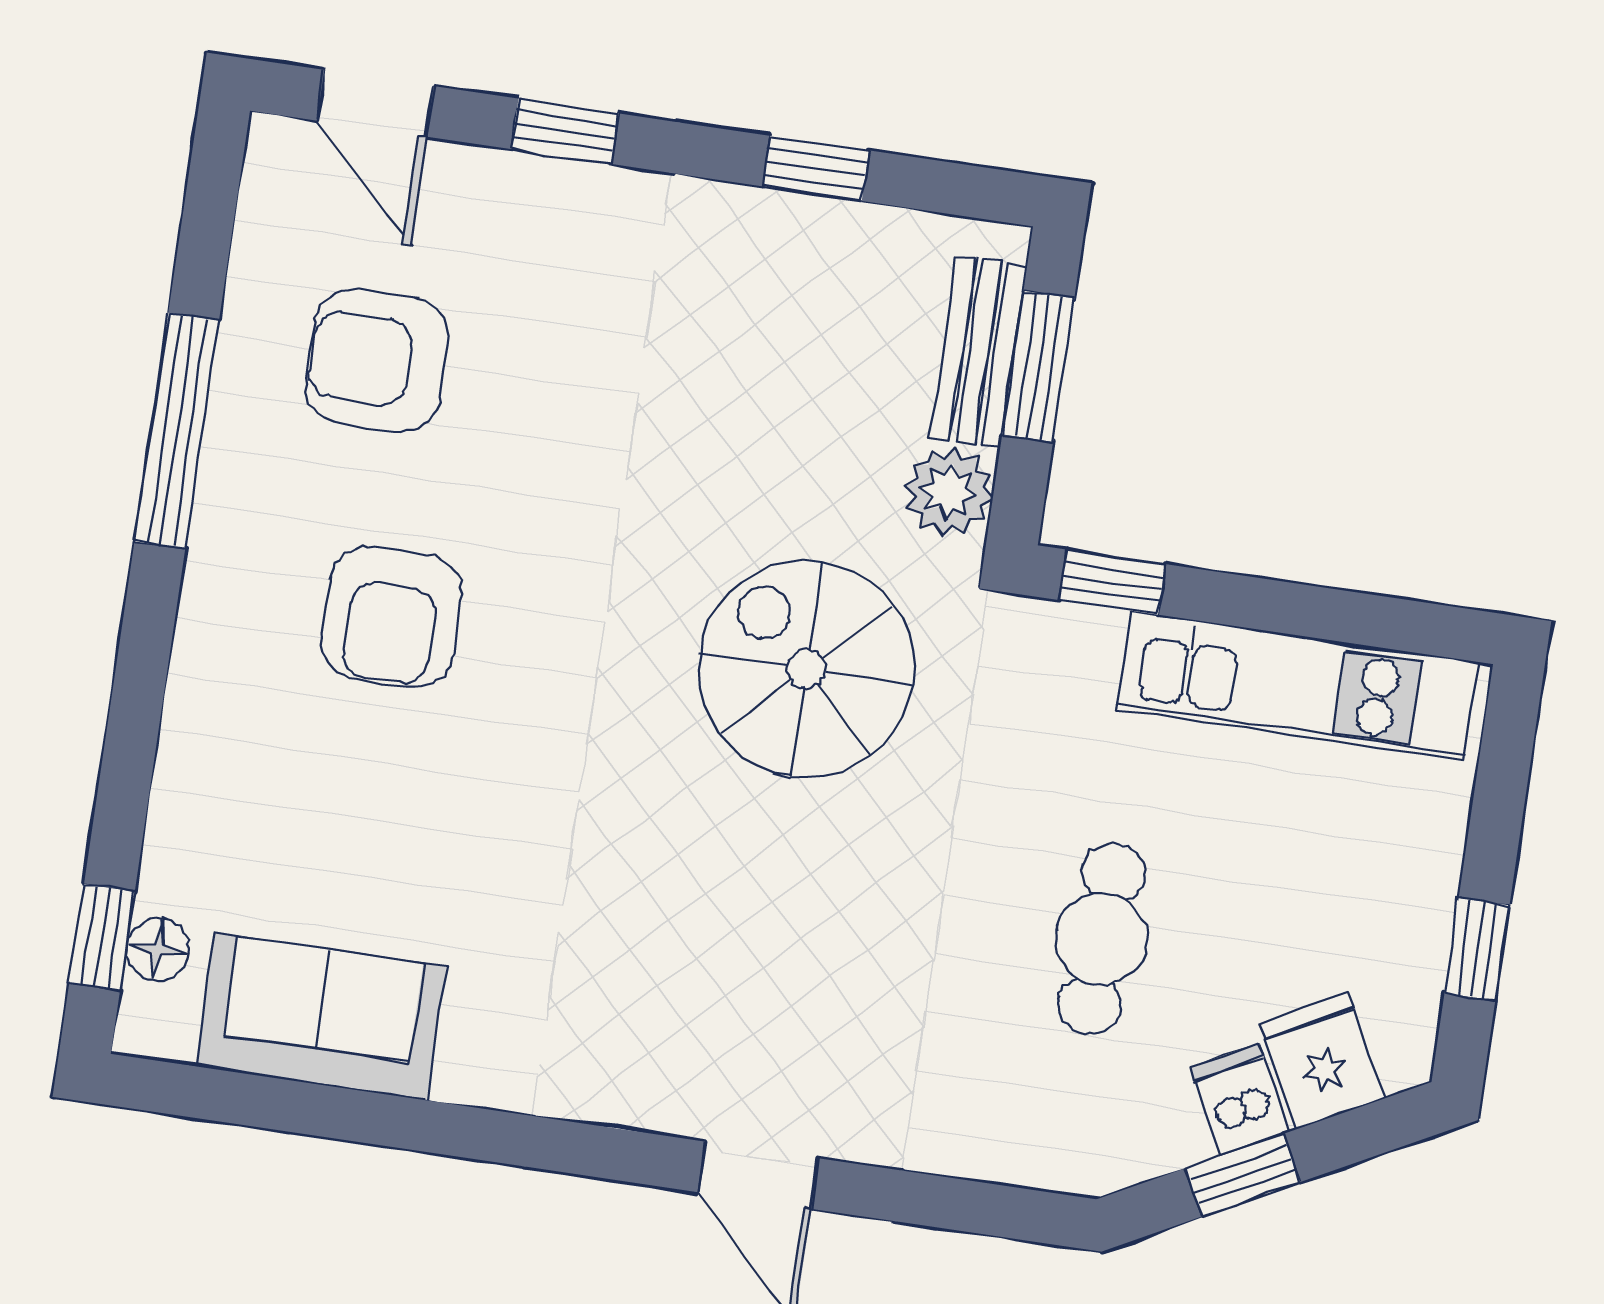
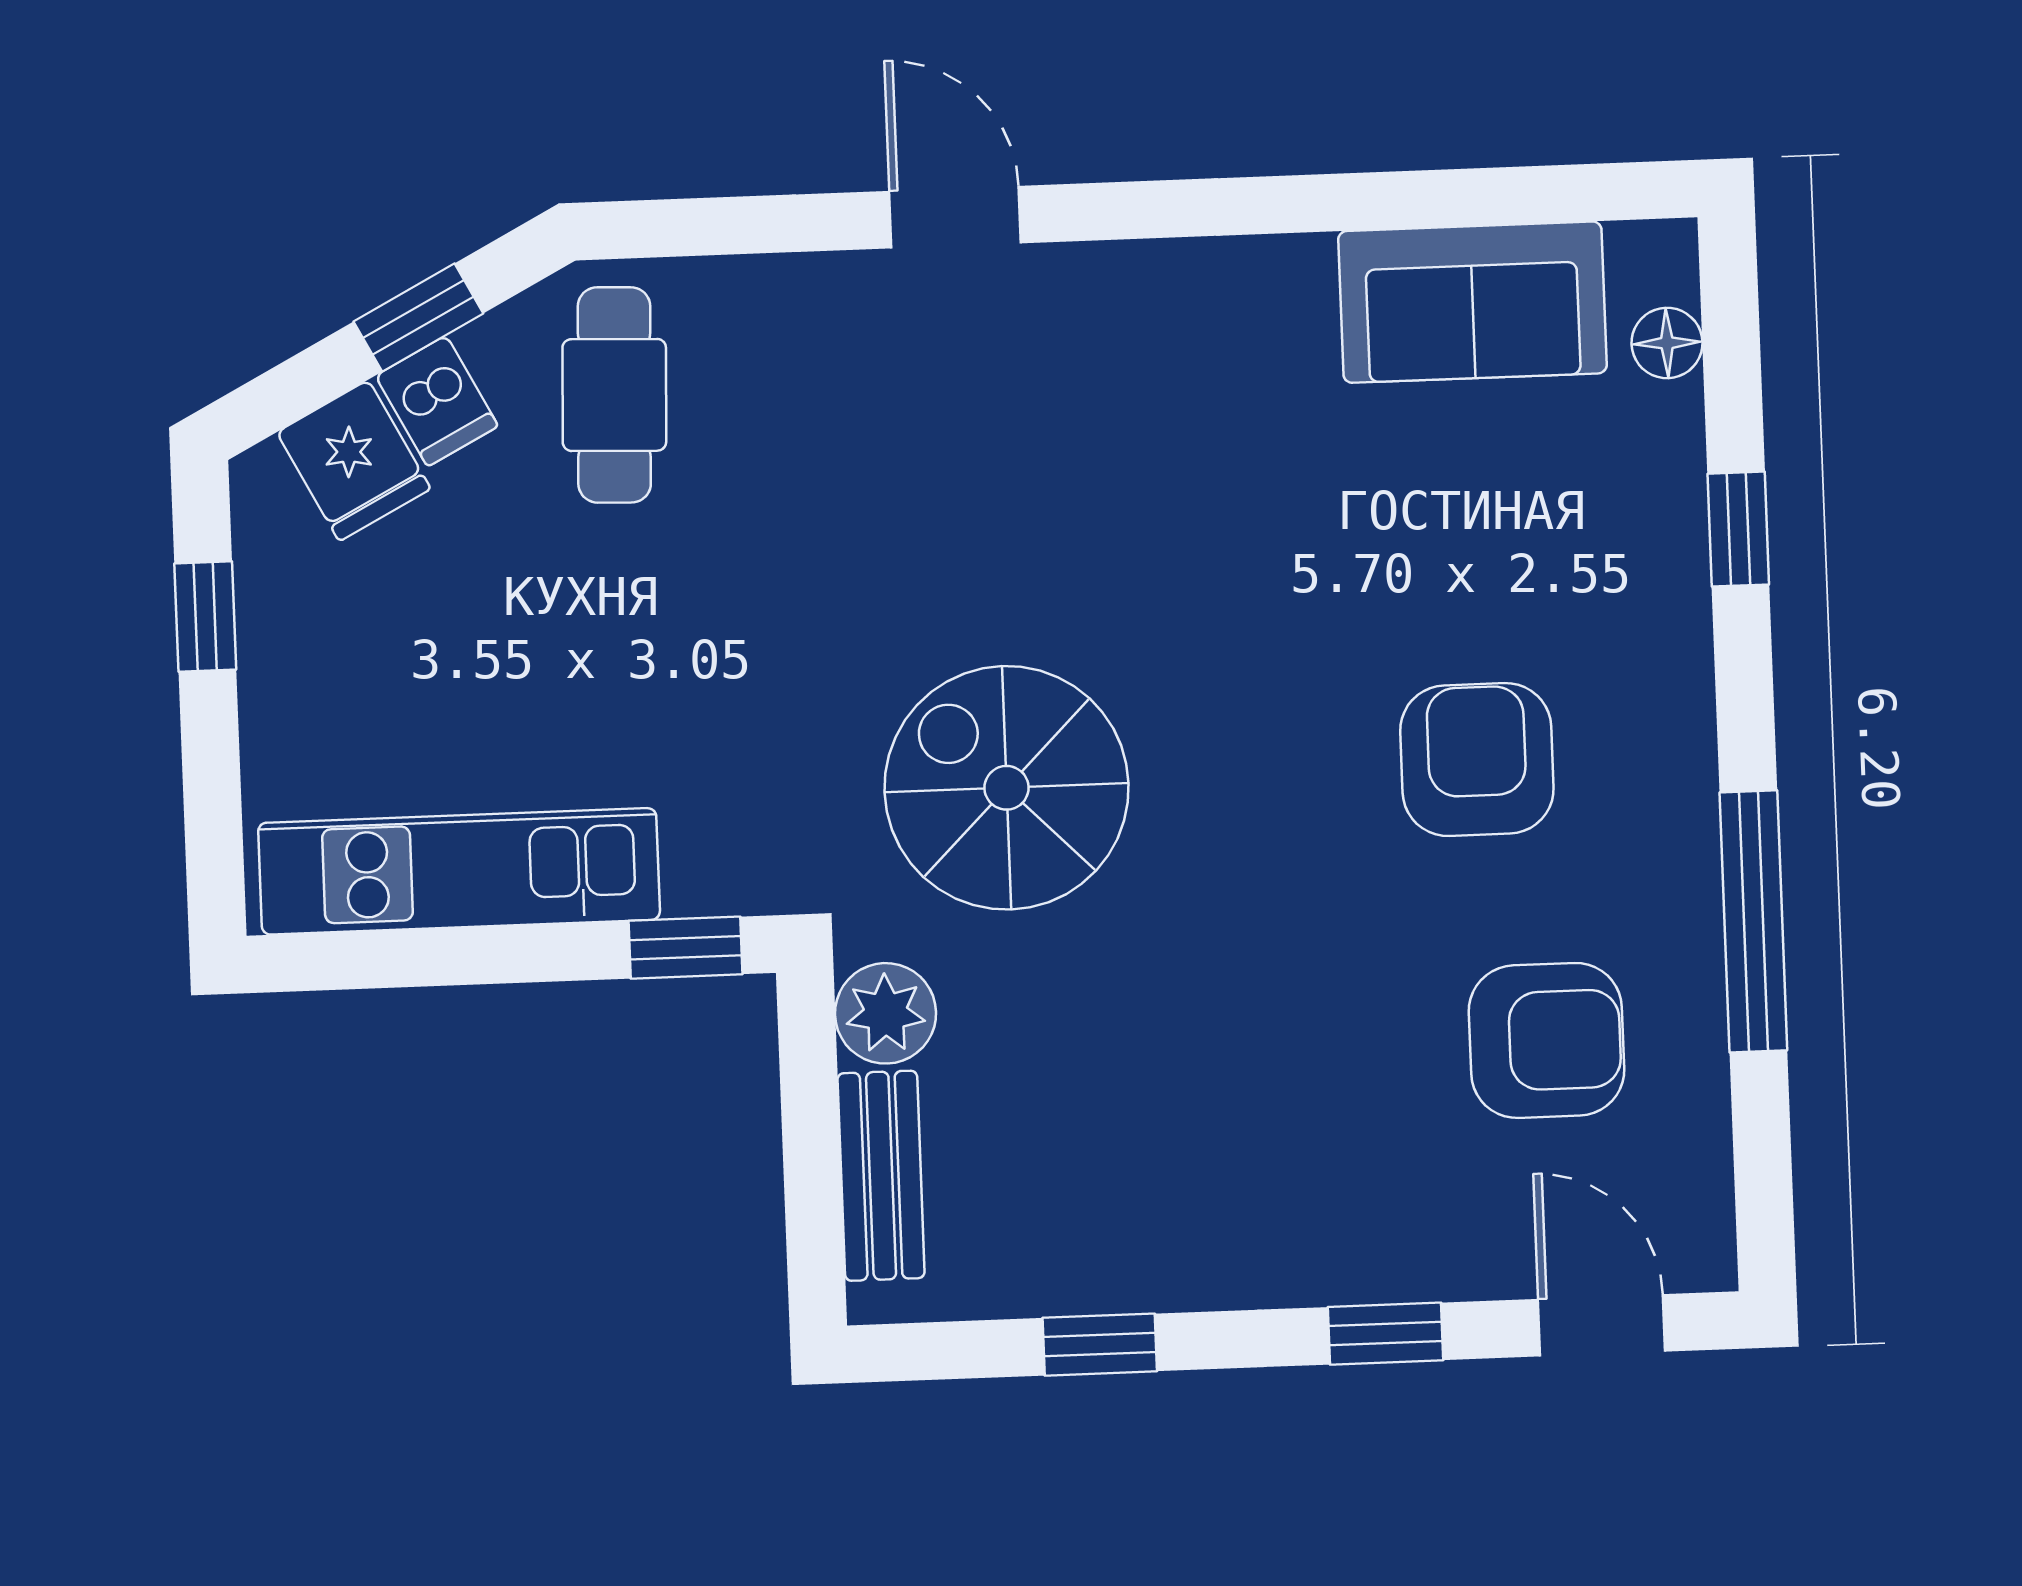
window: (1038, 366) -> (812, 1171), removed
spiral stairs: (806, 669) -> (1007, 788), turned 180
window: (102, 937) -> (1738, 529), moved
cafe table: (1101, 939) -> (614, 395), moved

